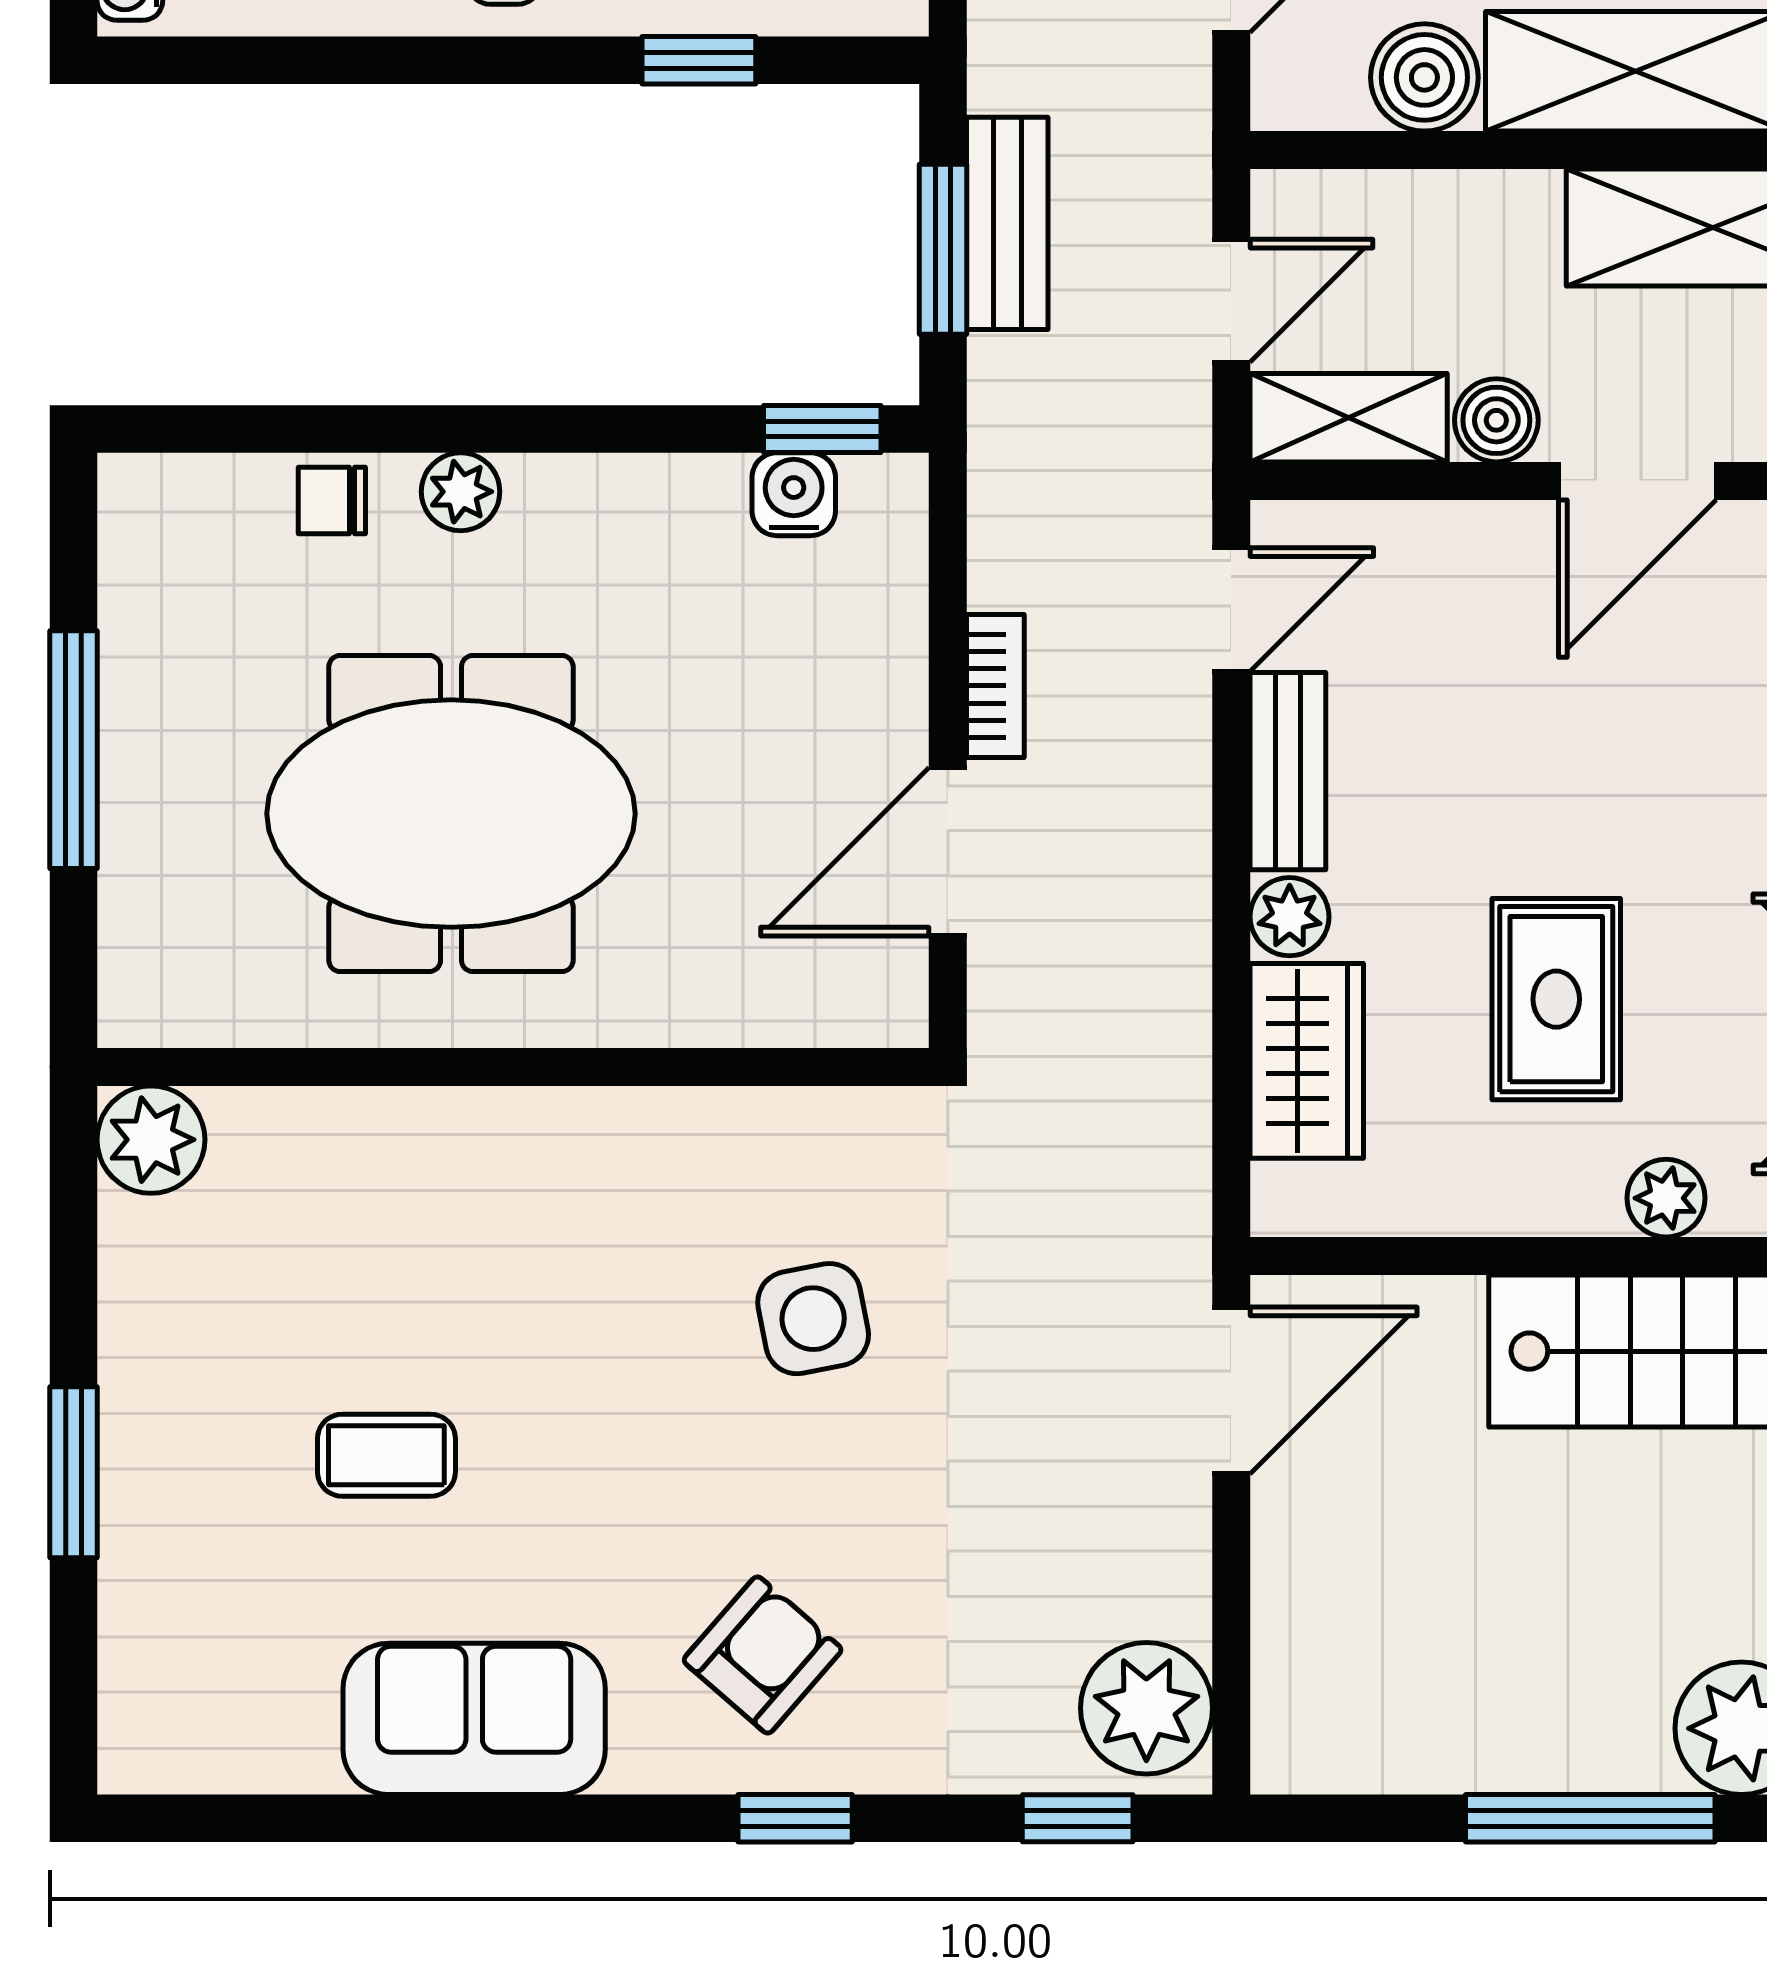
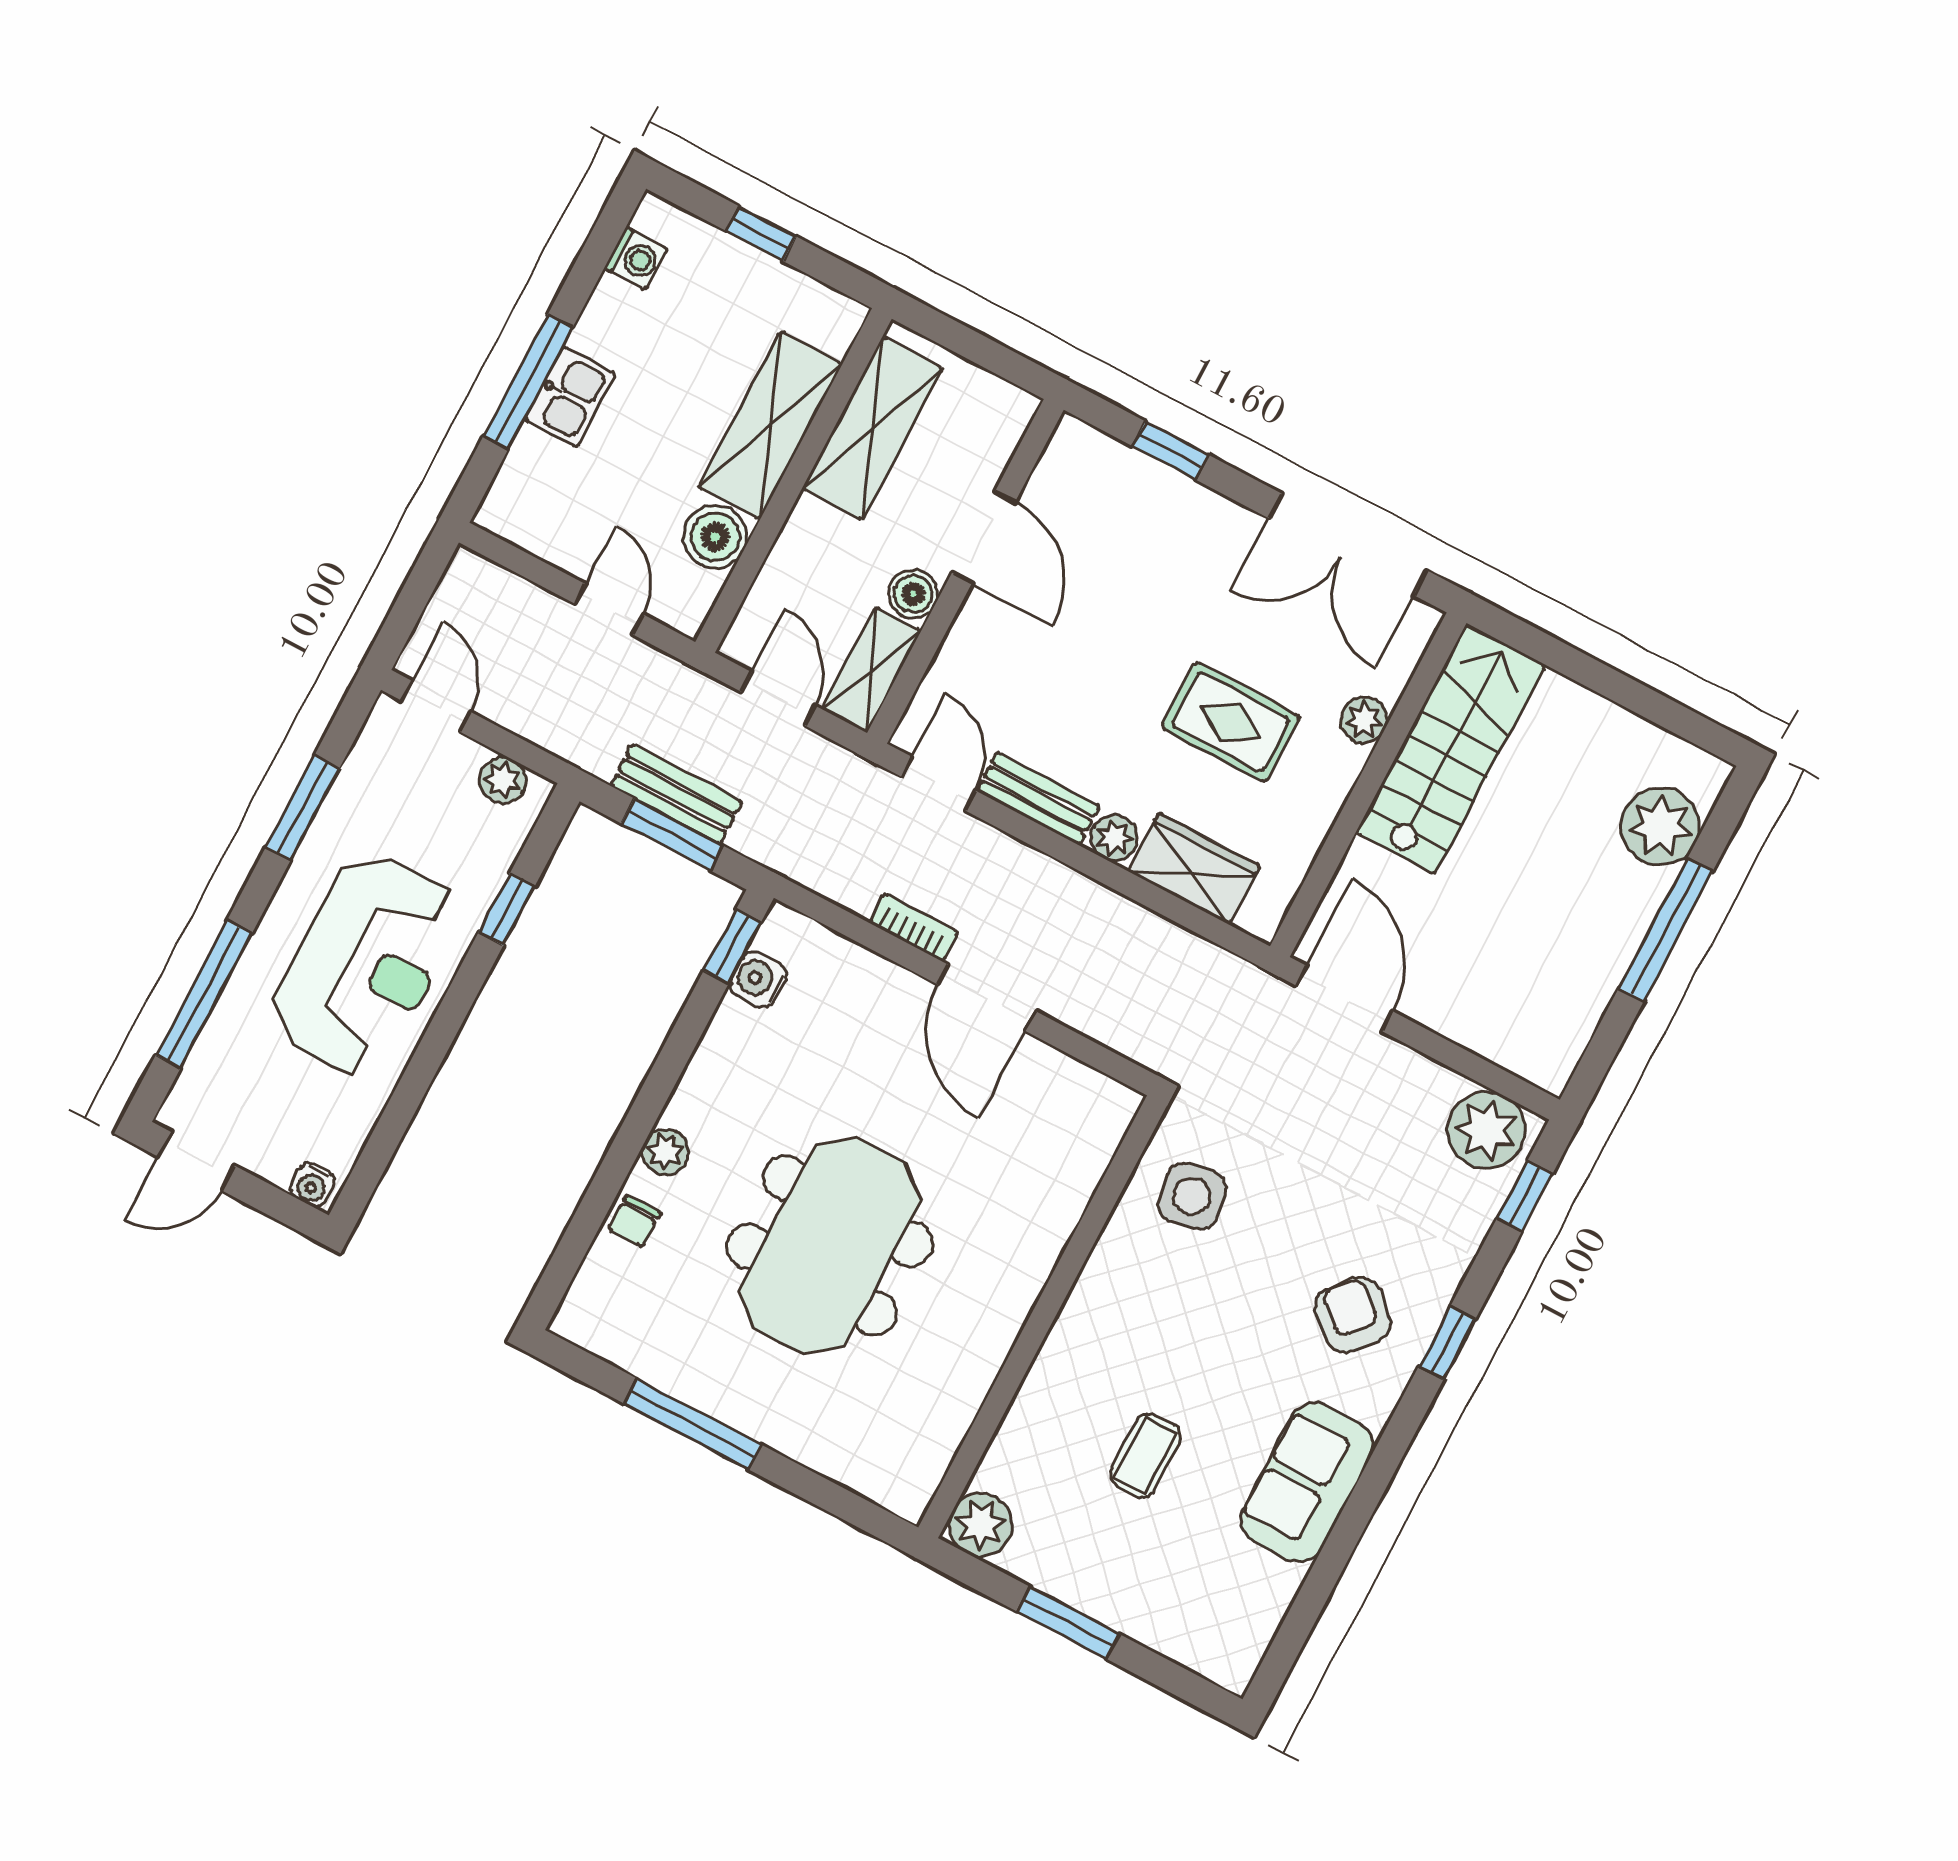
wall: (513, 1067) -> (1043, 1317), moved
plant: (151, 1140) -> (981, 1525), moved

